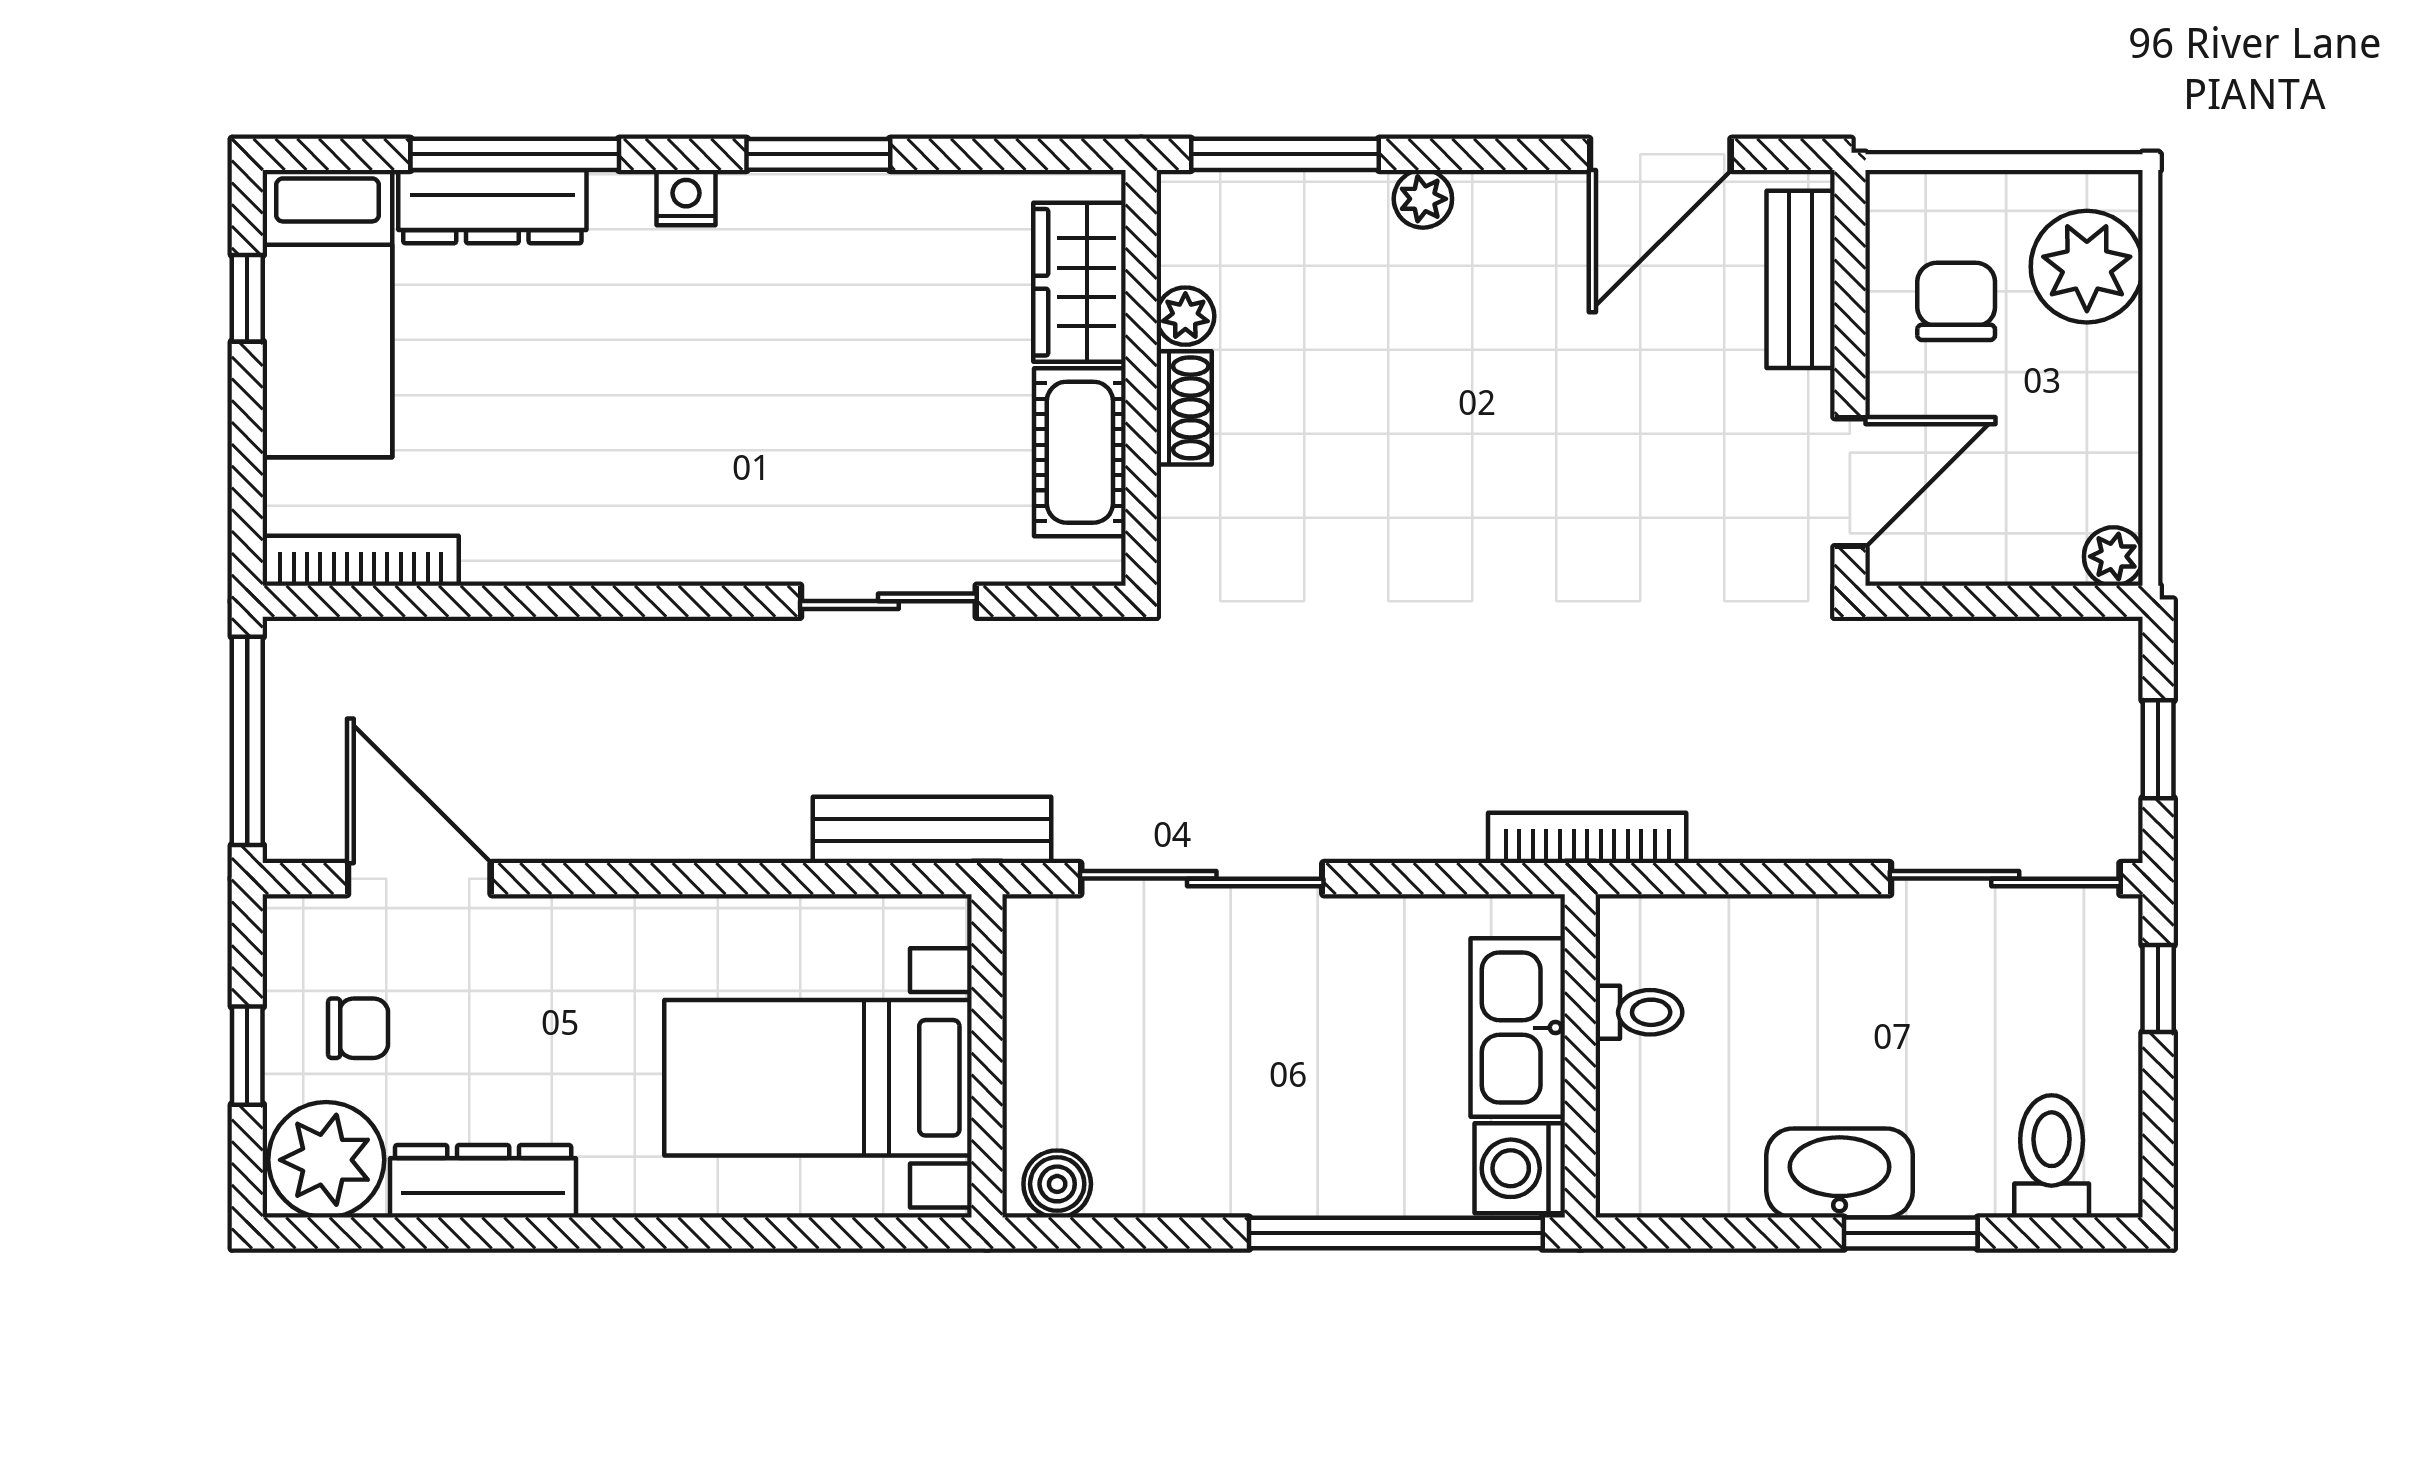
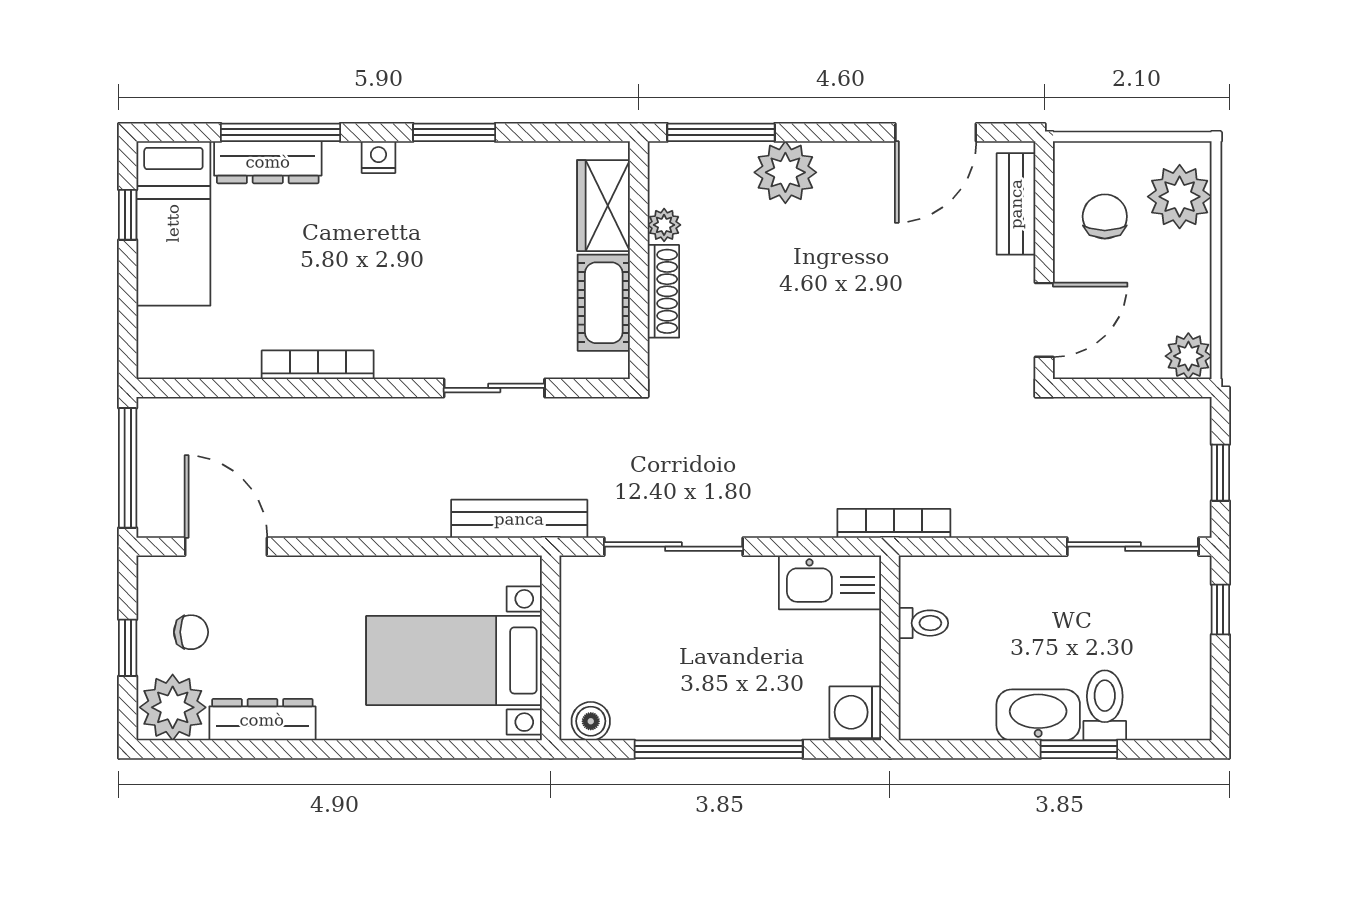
plant: (1423, 199) -> (785, 172), width x1.88, depth x1.88
shoe rack: (1184, 408) -> (663, 291), width x1.43
plant: (2113, 556) -> (1188, 356), width x1.38, depth x1.38
bookcase: (361, 561) -> (318, 365), moved
kitchen sink: (1518, 1028) -> (830, 582), moved, turned -90
toilet: (2052, 1156) -> (1105, 705), moved
window: (1396, 1233) -> (719, 749), moved

